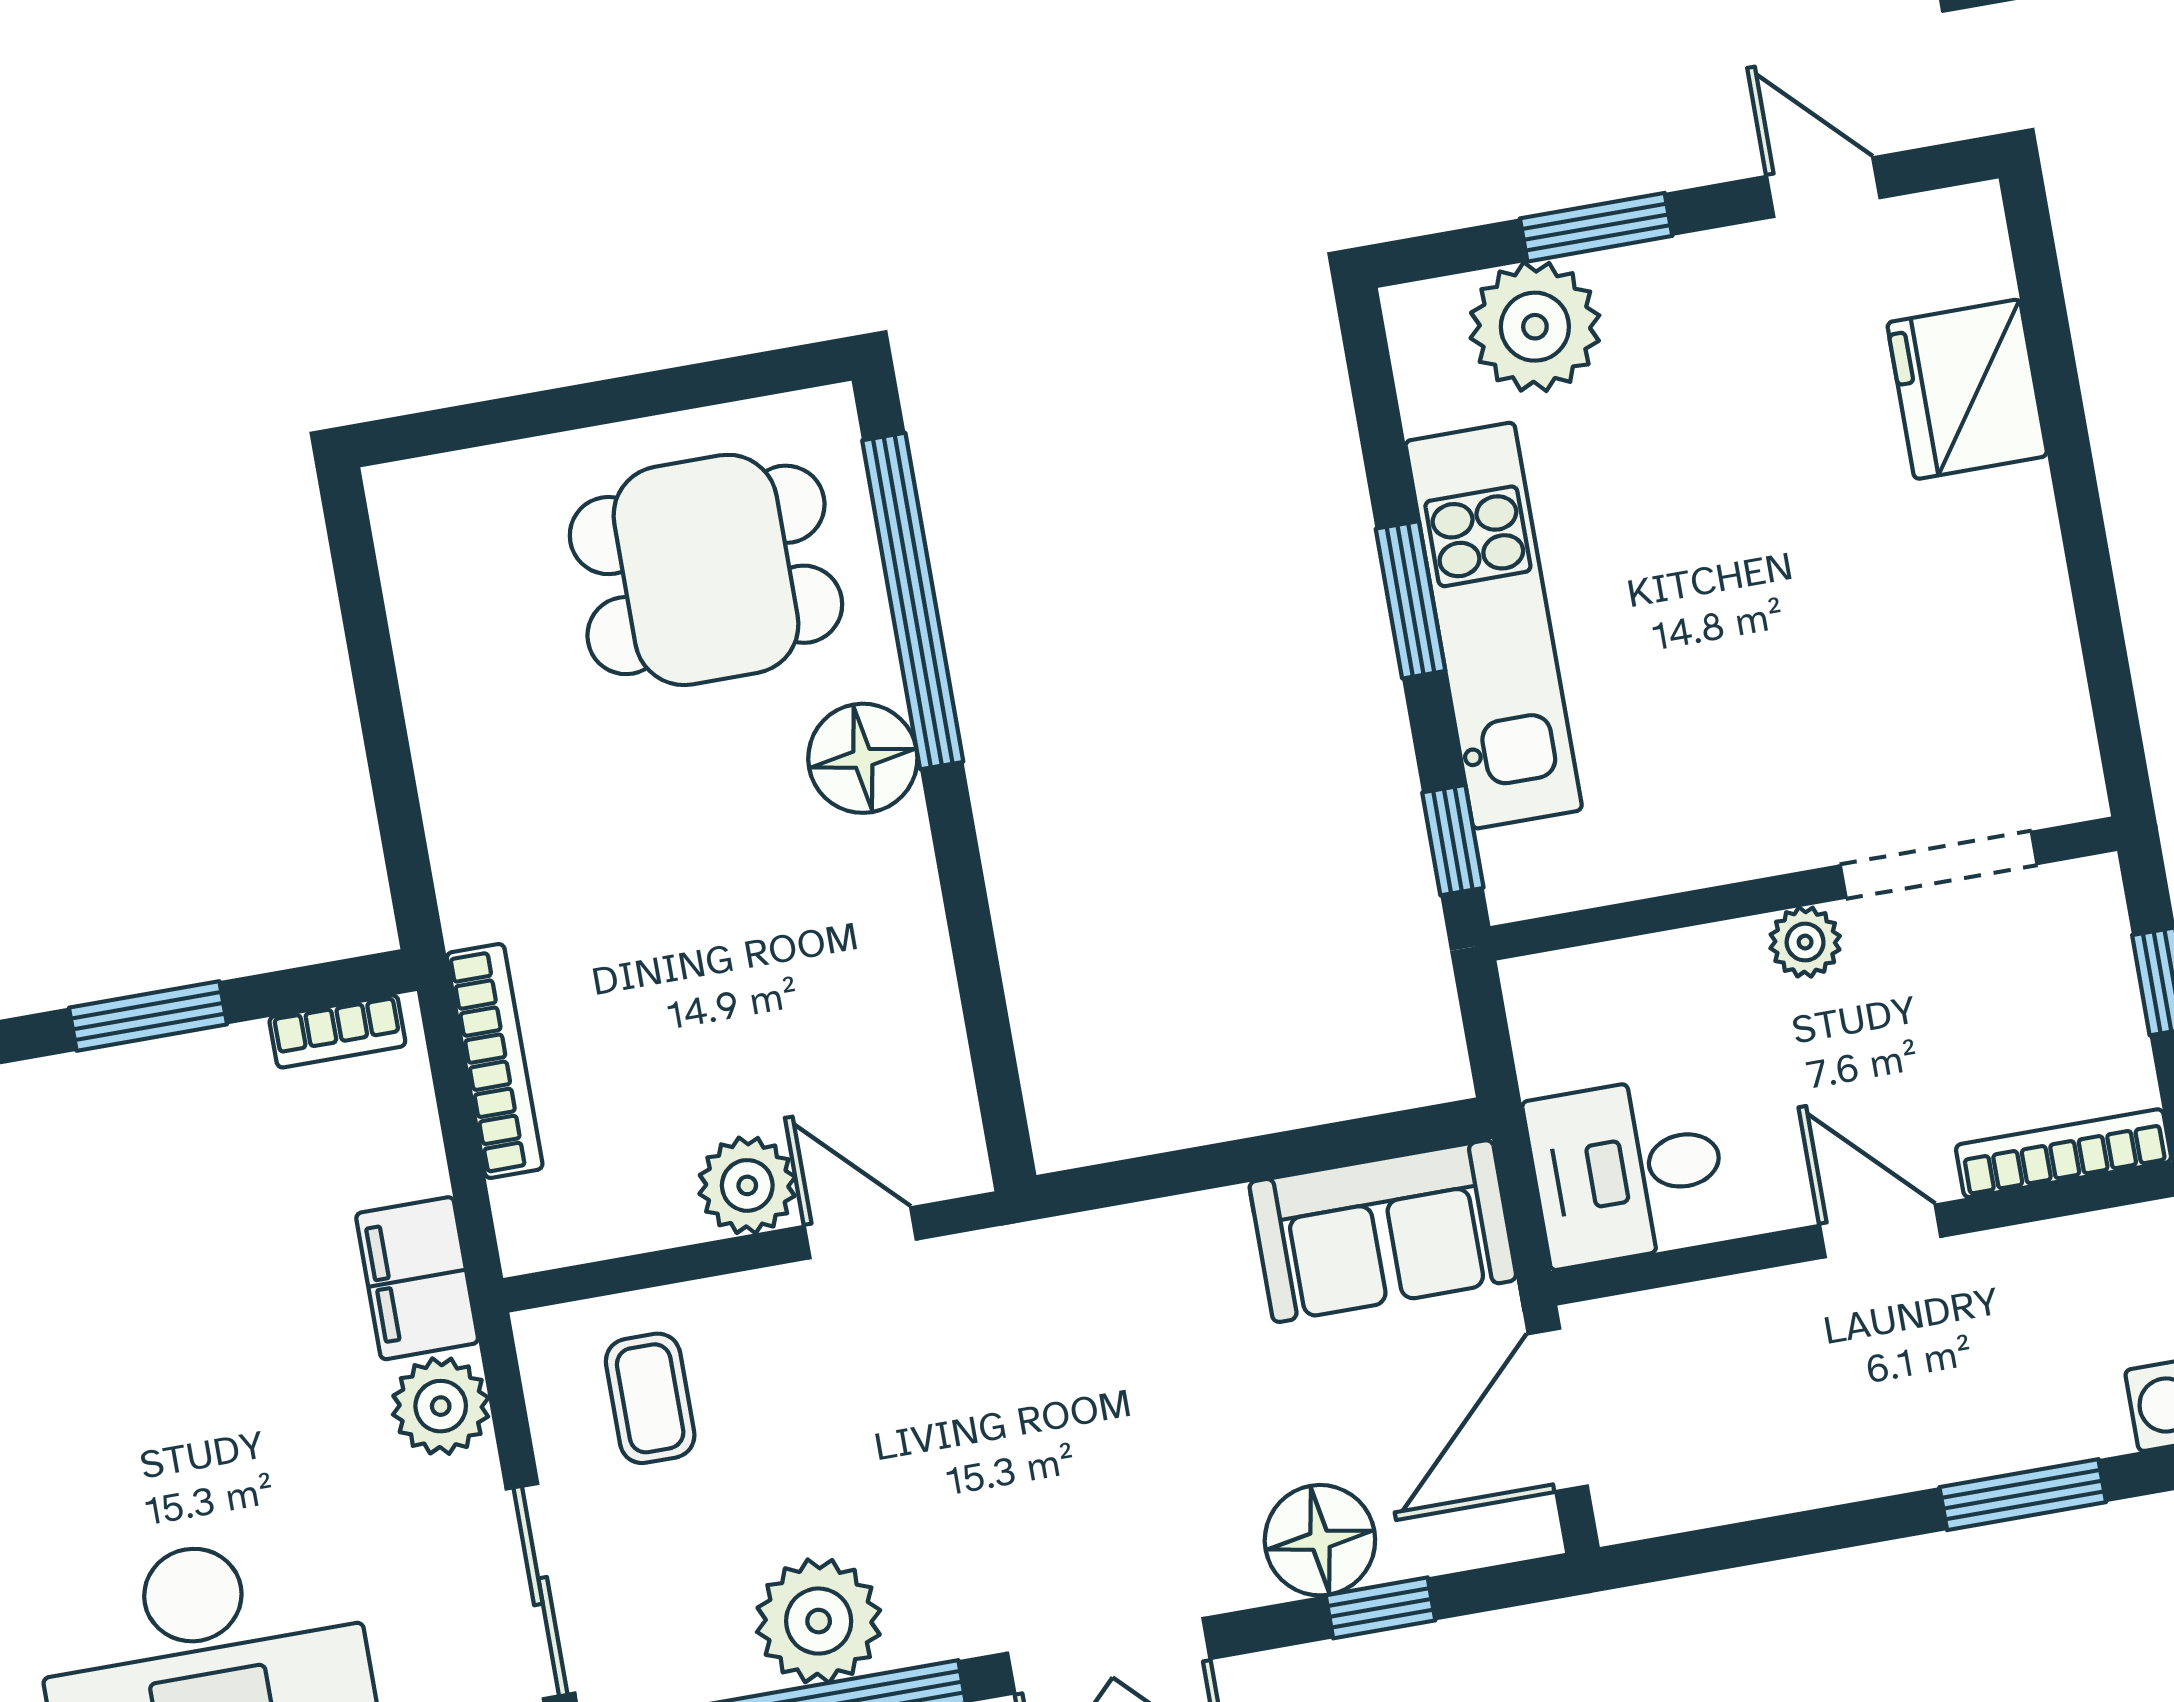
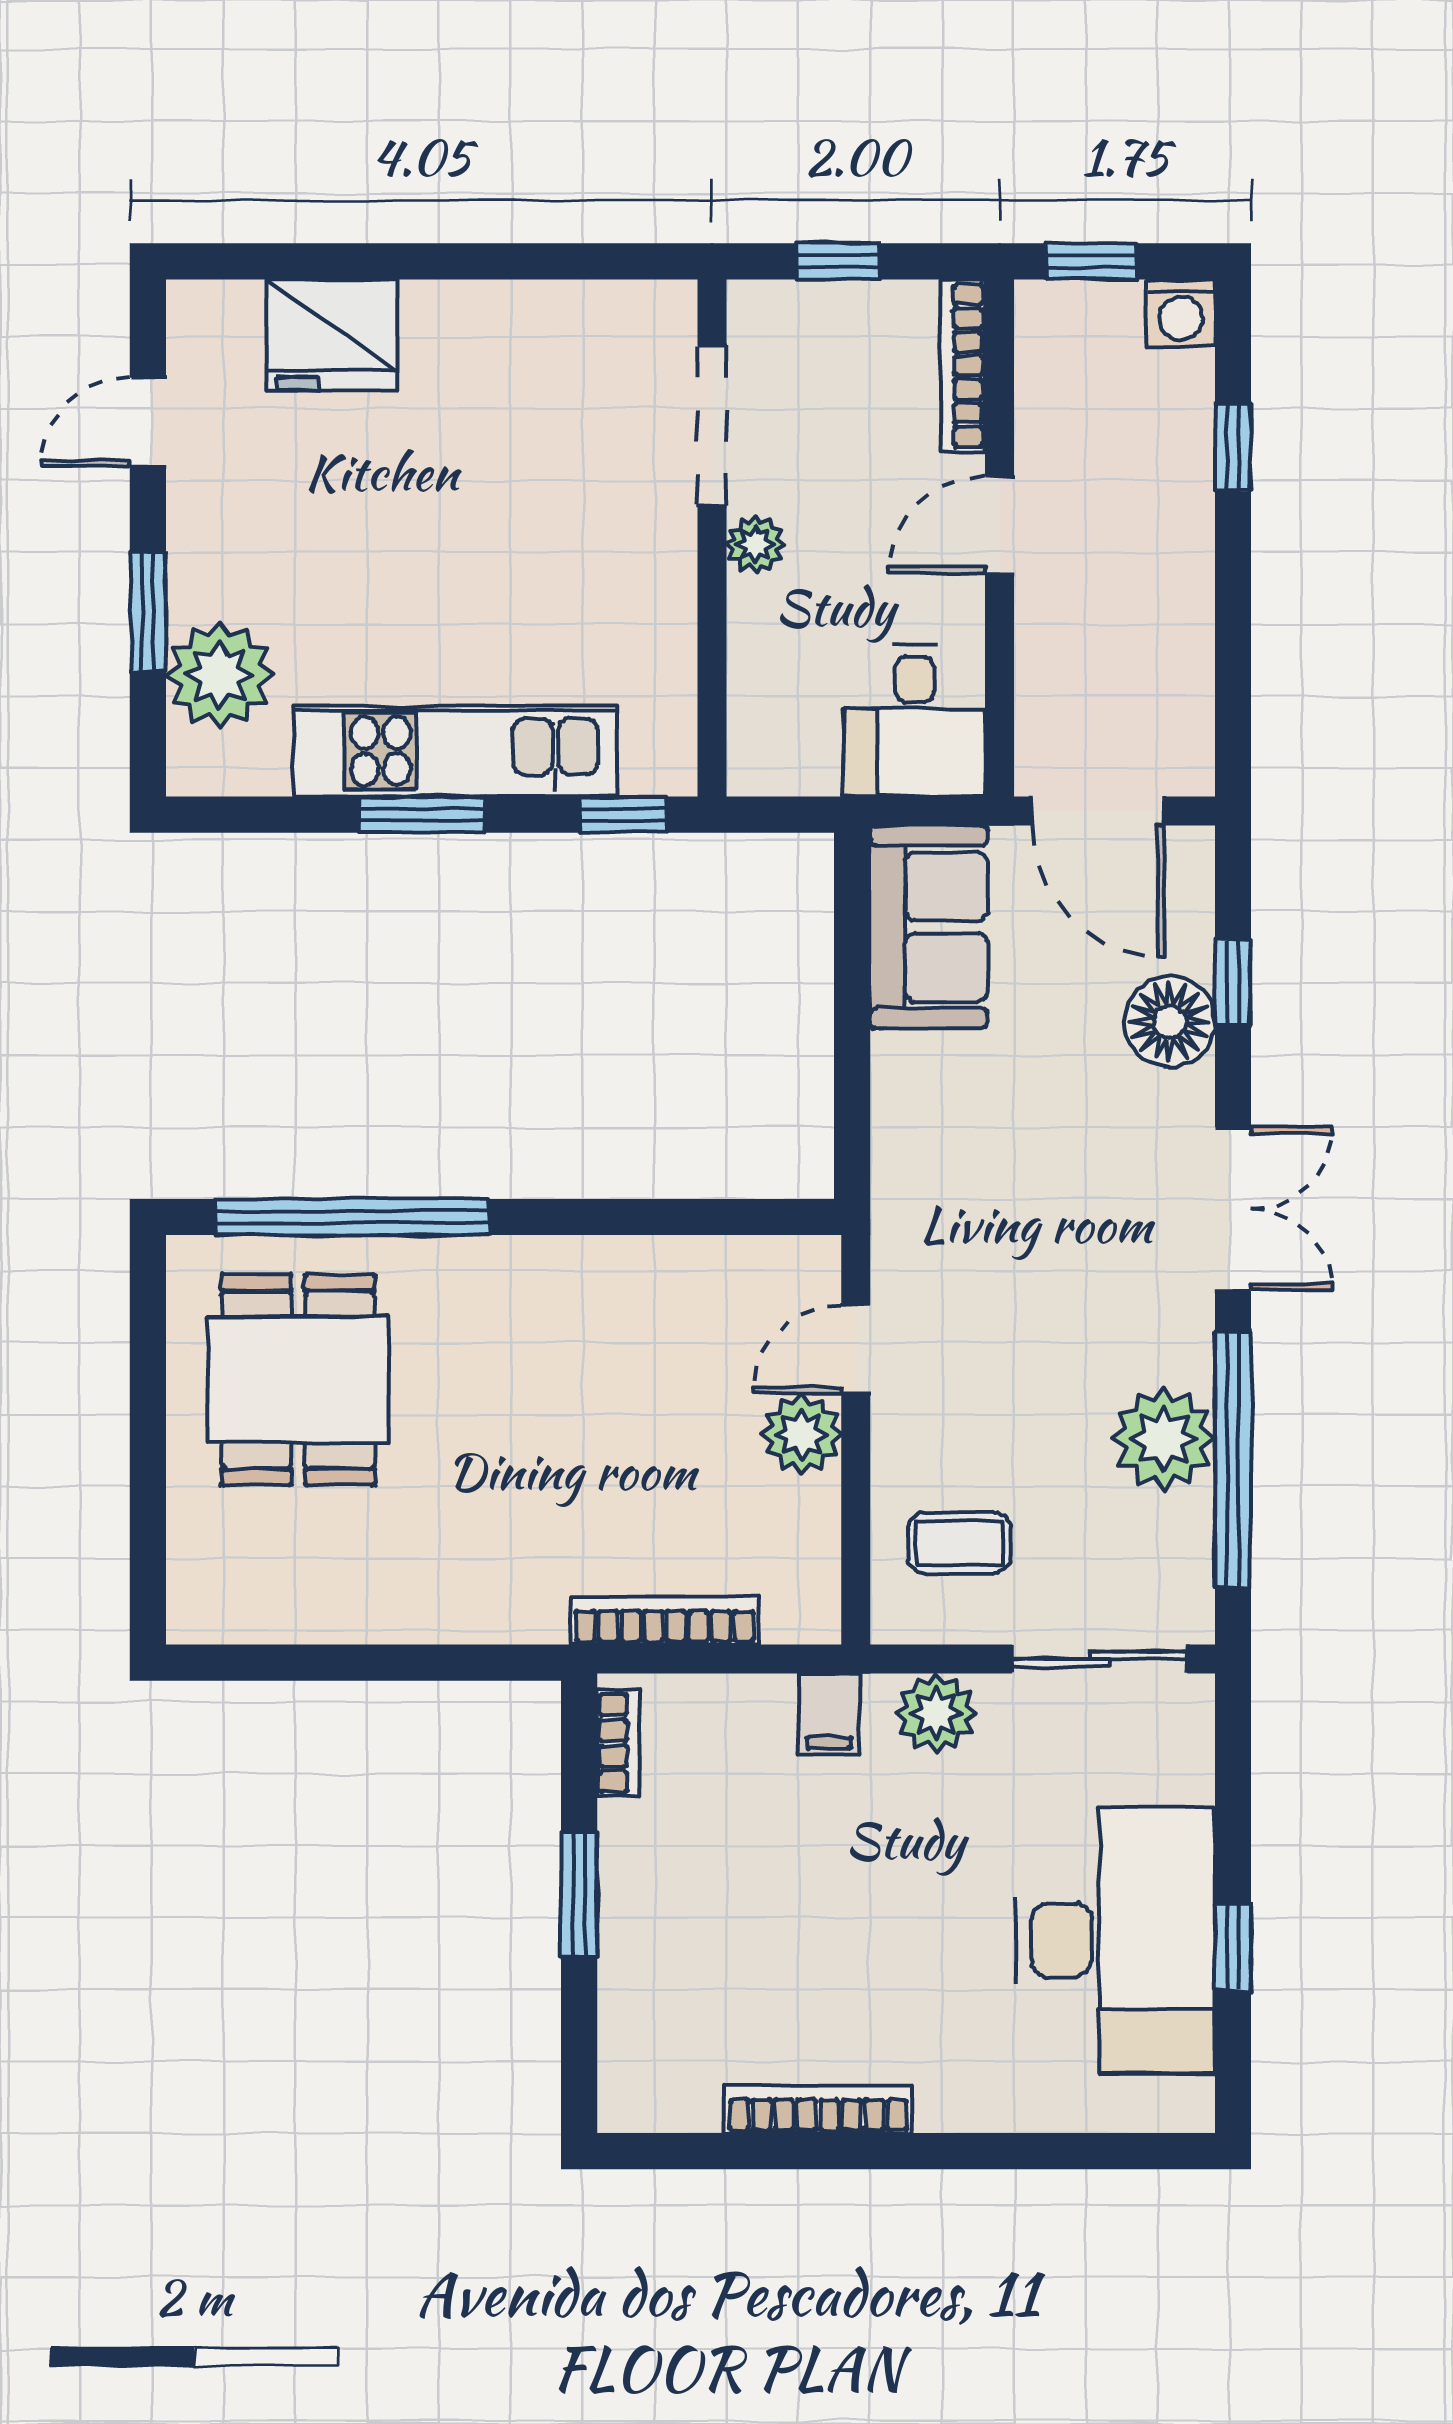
floor lamp: (863, 758) -> (473, 1280), removed
filing cabinet: (417, 1278) -> (829, 1714), width x0.50
window: (2023, 1495) -> (1233, 447), width x0.67

